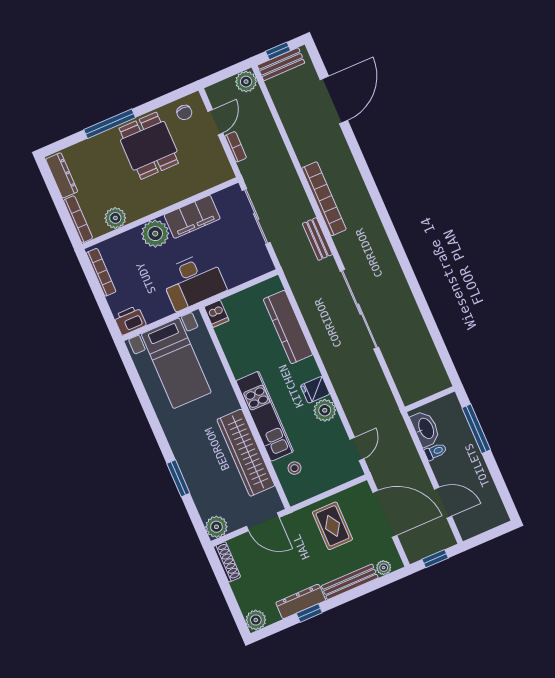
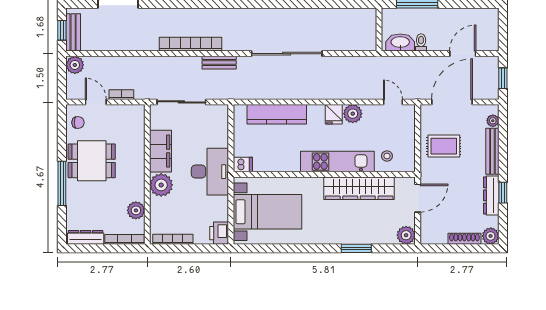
shoe rack: (227, 562) -> (464, 239), moved

